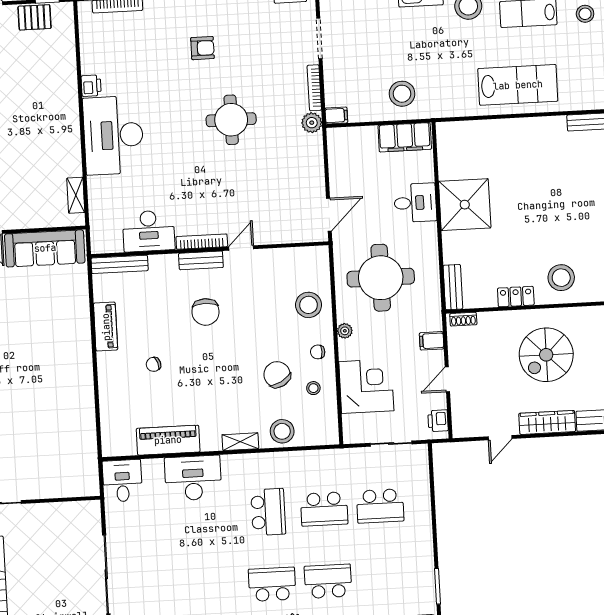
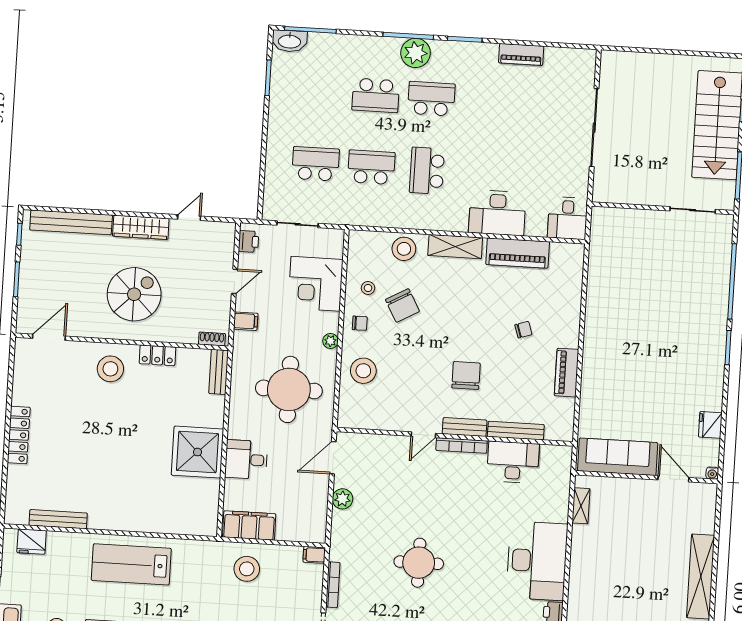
plant: (312, 123) -> (342, 499), moved
bench: (120, 264) -> (516, 431), moved
shelving: (240, 442) -> (455, 247), width x1.50, depth x1.33
school desk: (272, 584) -> (431, 99), turned 180

